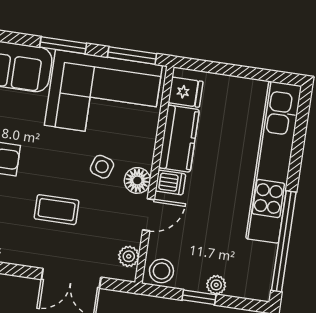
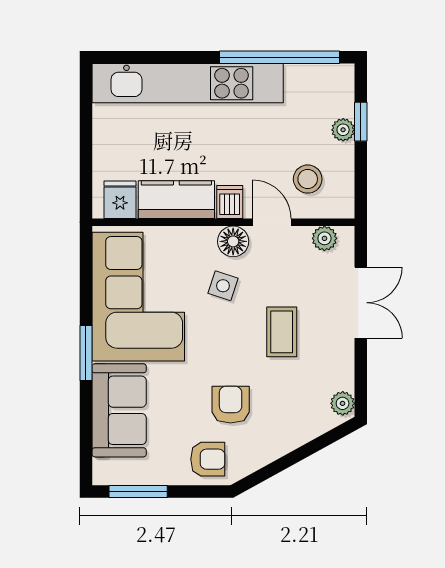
window: (132, 55) -> (86, 270), removed
stool: (161, 271) -> (308, 179), moved
window: (199, 297) -> (361, 122), moved

